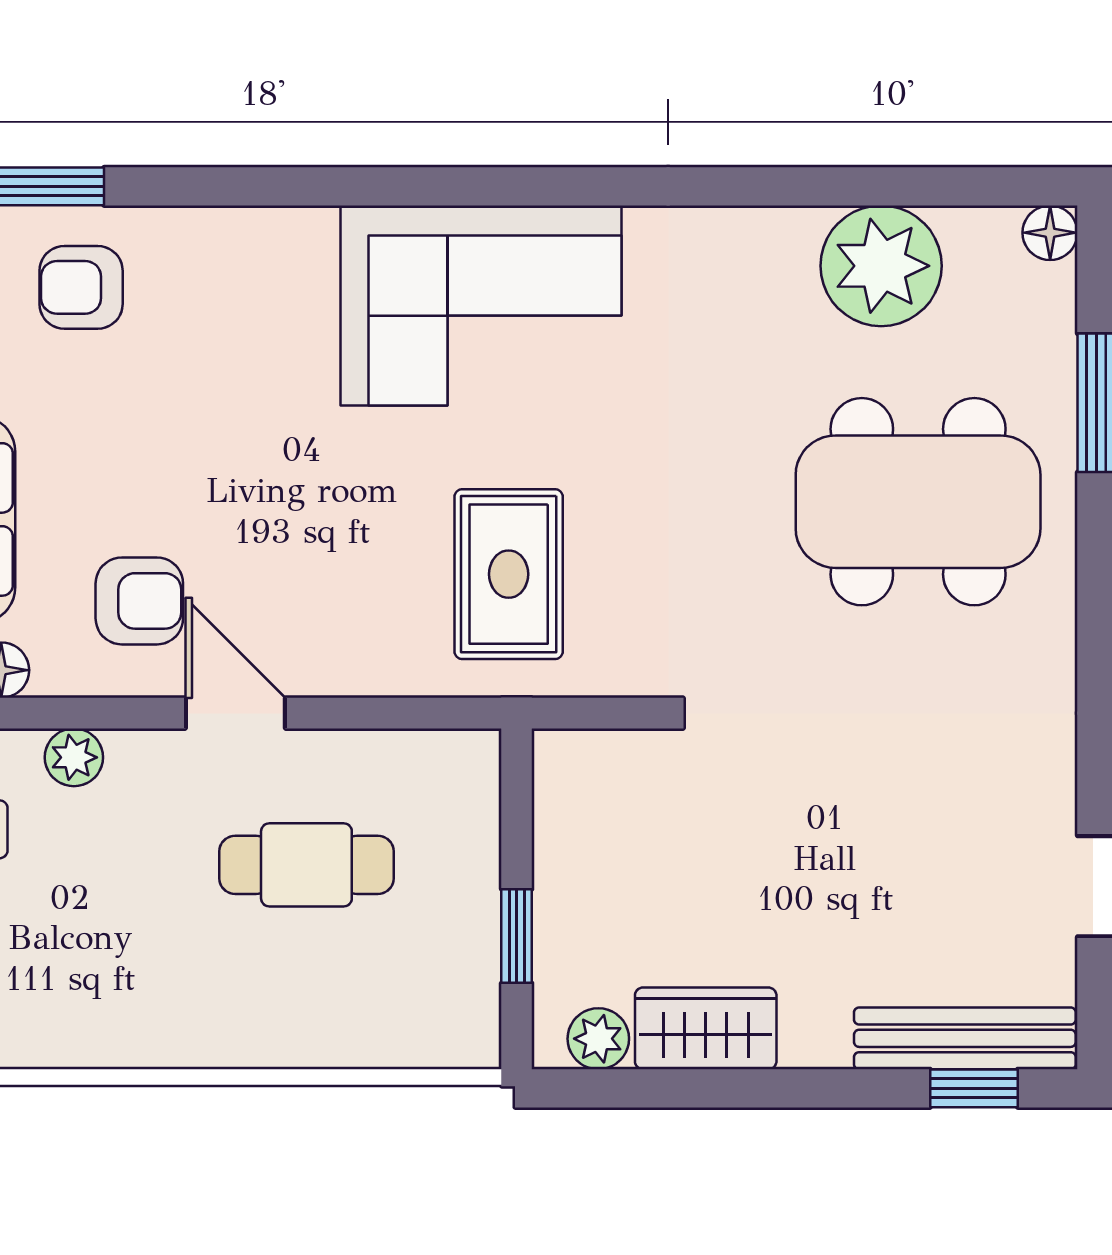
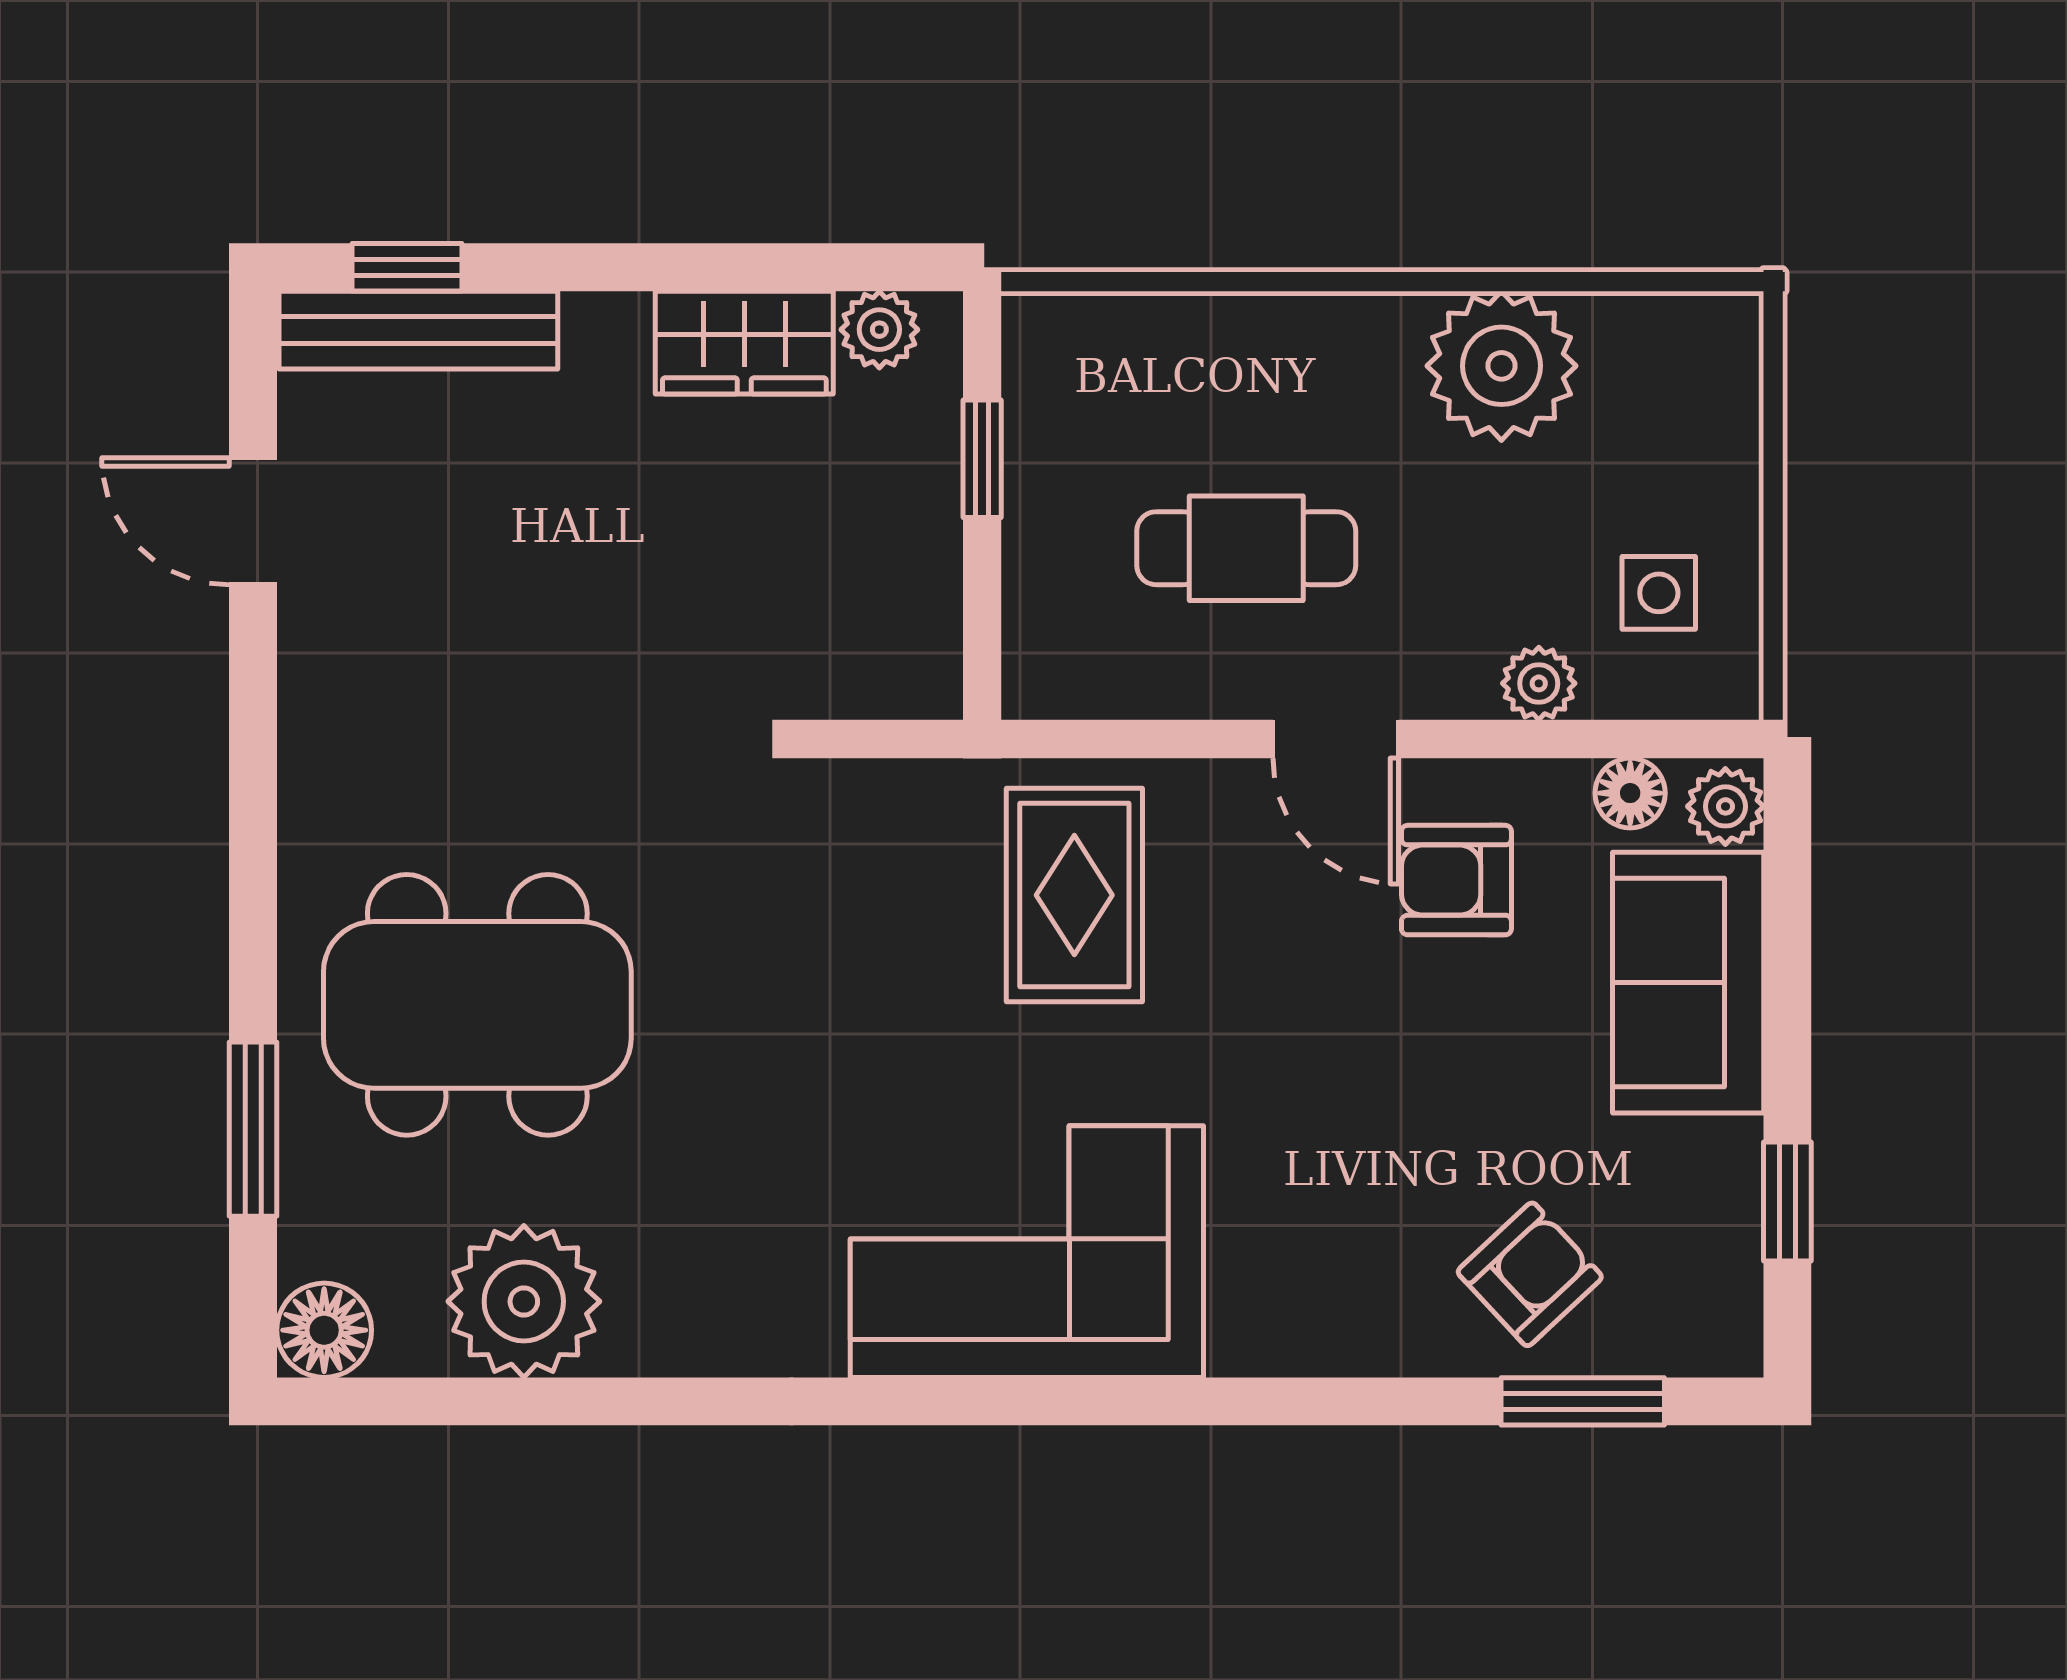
floor lamp: (1050, 233) -> (324, 1330), width x1.37, depth x1.37
armchair: (81, 287) -> (1530, 1274), turned -43
rug: (509, 574) -> (1074, 895), moved
plant: (104, 1010) -> (1501, 366), added

